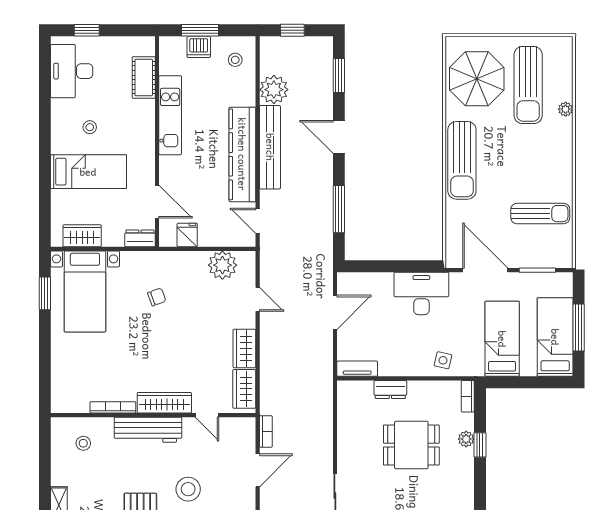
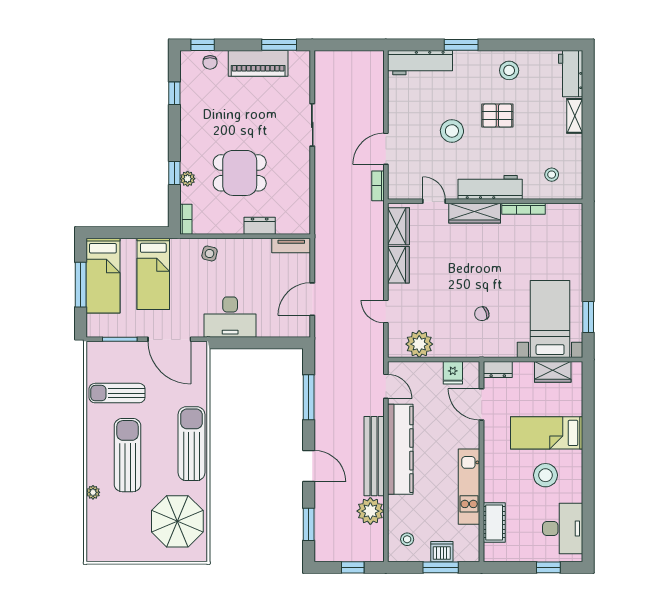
sun lounger: (528, 85) -> (128, 455), moved
stool: (90, 127) -> (545, 475), width x1.89, depth x1.89

